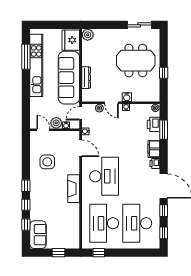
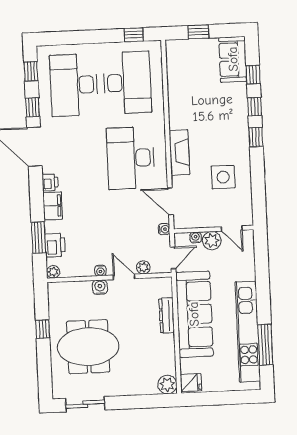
fridge: (71, 40) -> (191, 383), width x0.53, depth x0.75
fireplace: (74, 189) -> (179, 152), moved
desk: (137, 223) -> (74, 85), turned 180

